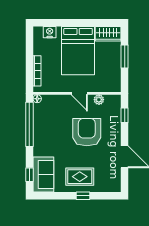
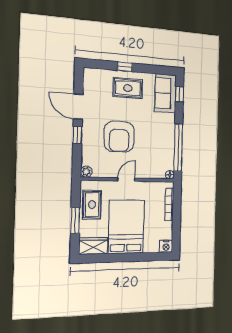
nightstand: (50, 32) -> (166, 246), moved
rug: (110, 71) -> (92, 205), added
door: (79, 93) -> (126, 180), hinge flipped
plant: (99, 100) -> (86, 172), moved
window: (125, 115) -> (77, 135), moved

